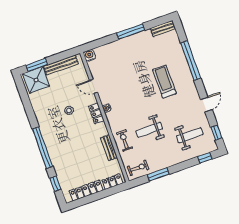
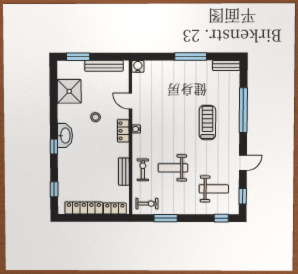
shower: (36, 80) -> (69, 91), moved
washbasin: (49, 135) -> (65, 136), added
window: (43, 148) -> (54, 147), width x0.32

